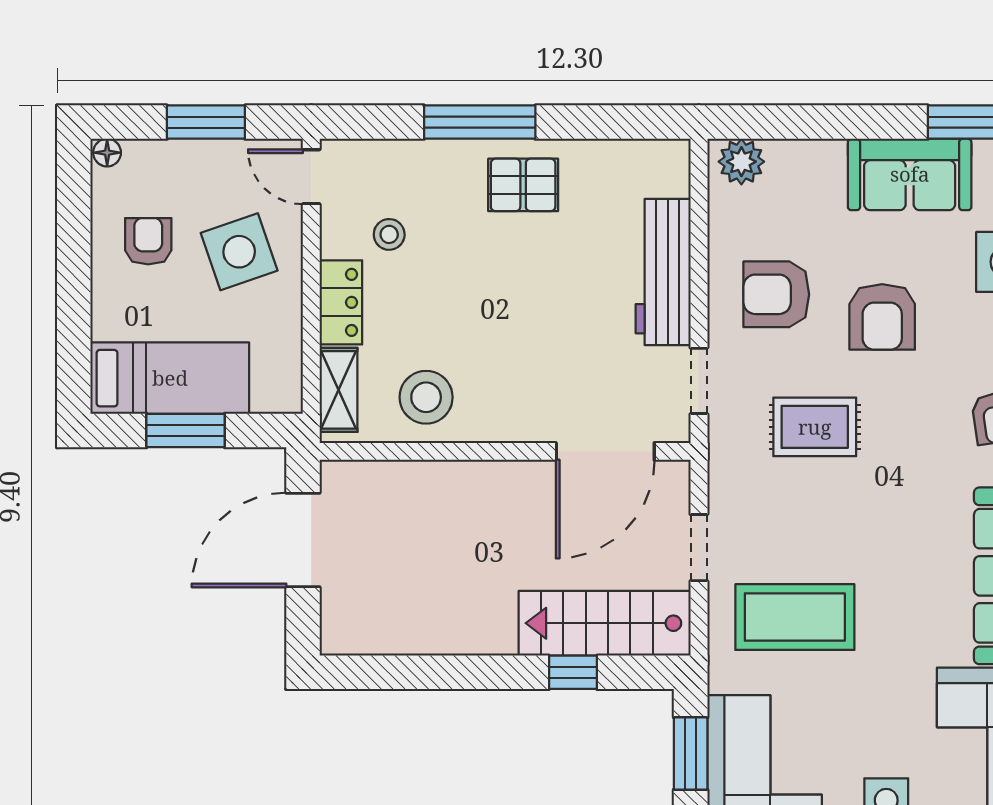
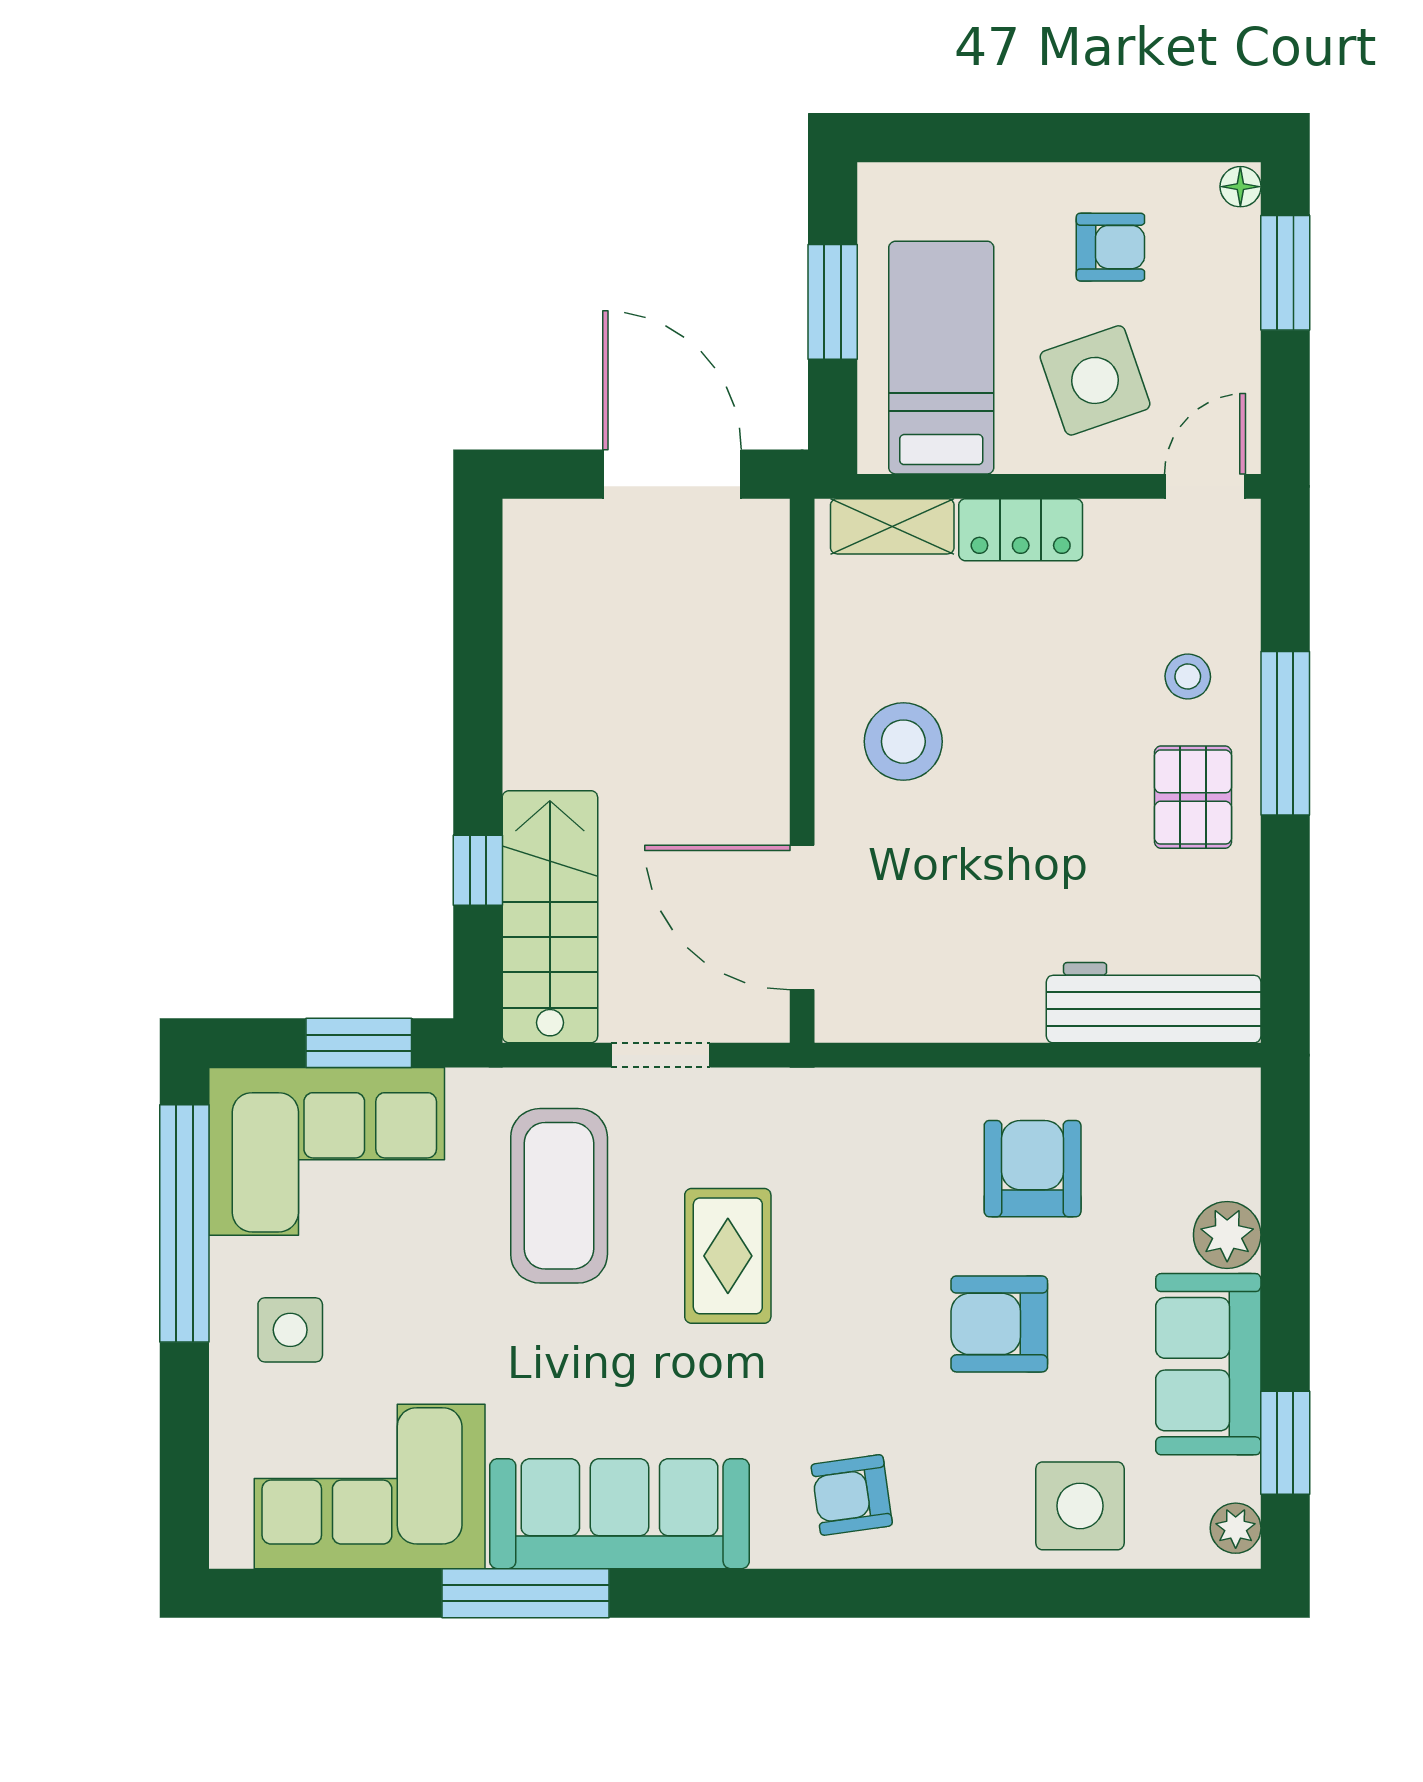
window: (206, 122) -> (1285, 273), moved
plant: (741, 162) -> (1227, 1235), moved
stool: (389, 234) -> (1188, 676), moved
workbench: (663, 272) -> (1154, 1003), moved
bed: (170, 378) -> (941, 358), moved, turned 180
doorway: (699, 381) -> (905, 1055), removed
stool: (426, 397) -> (903, 742), moved
rug: (815, 427) -> (728, 1256), moved

